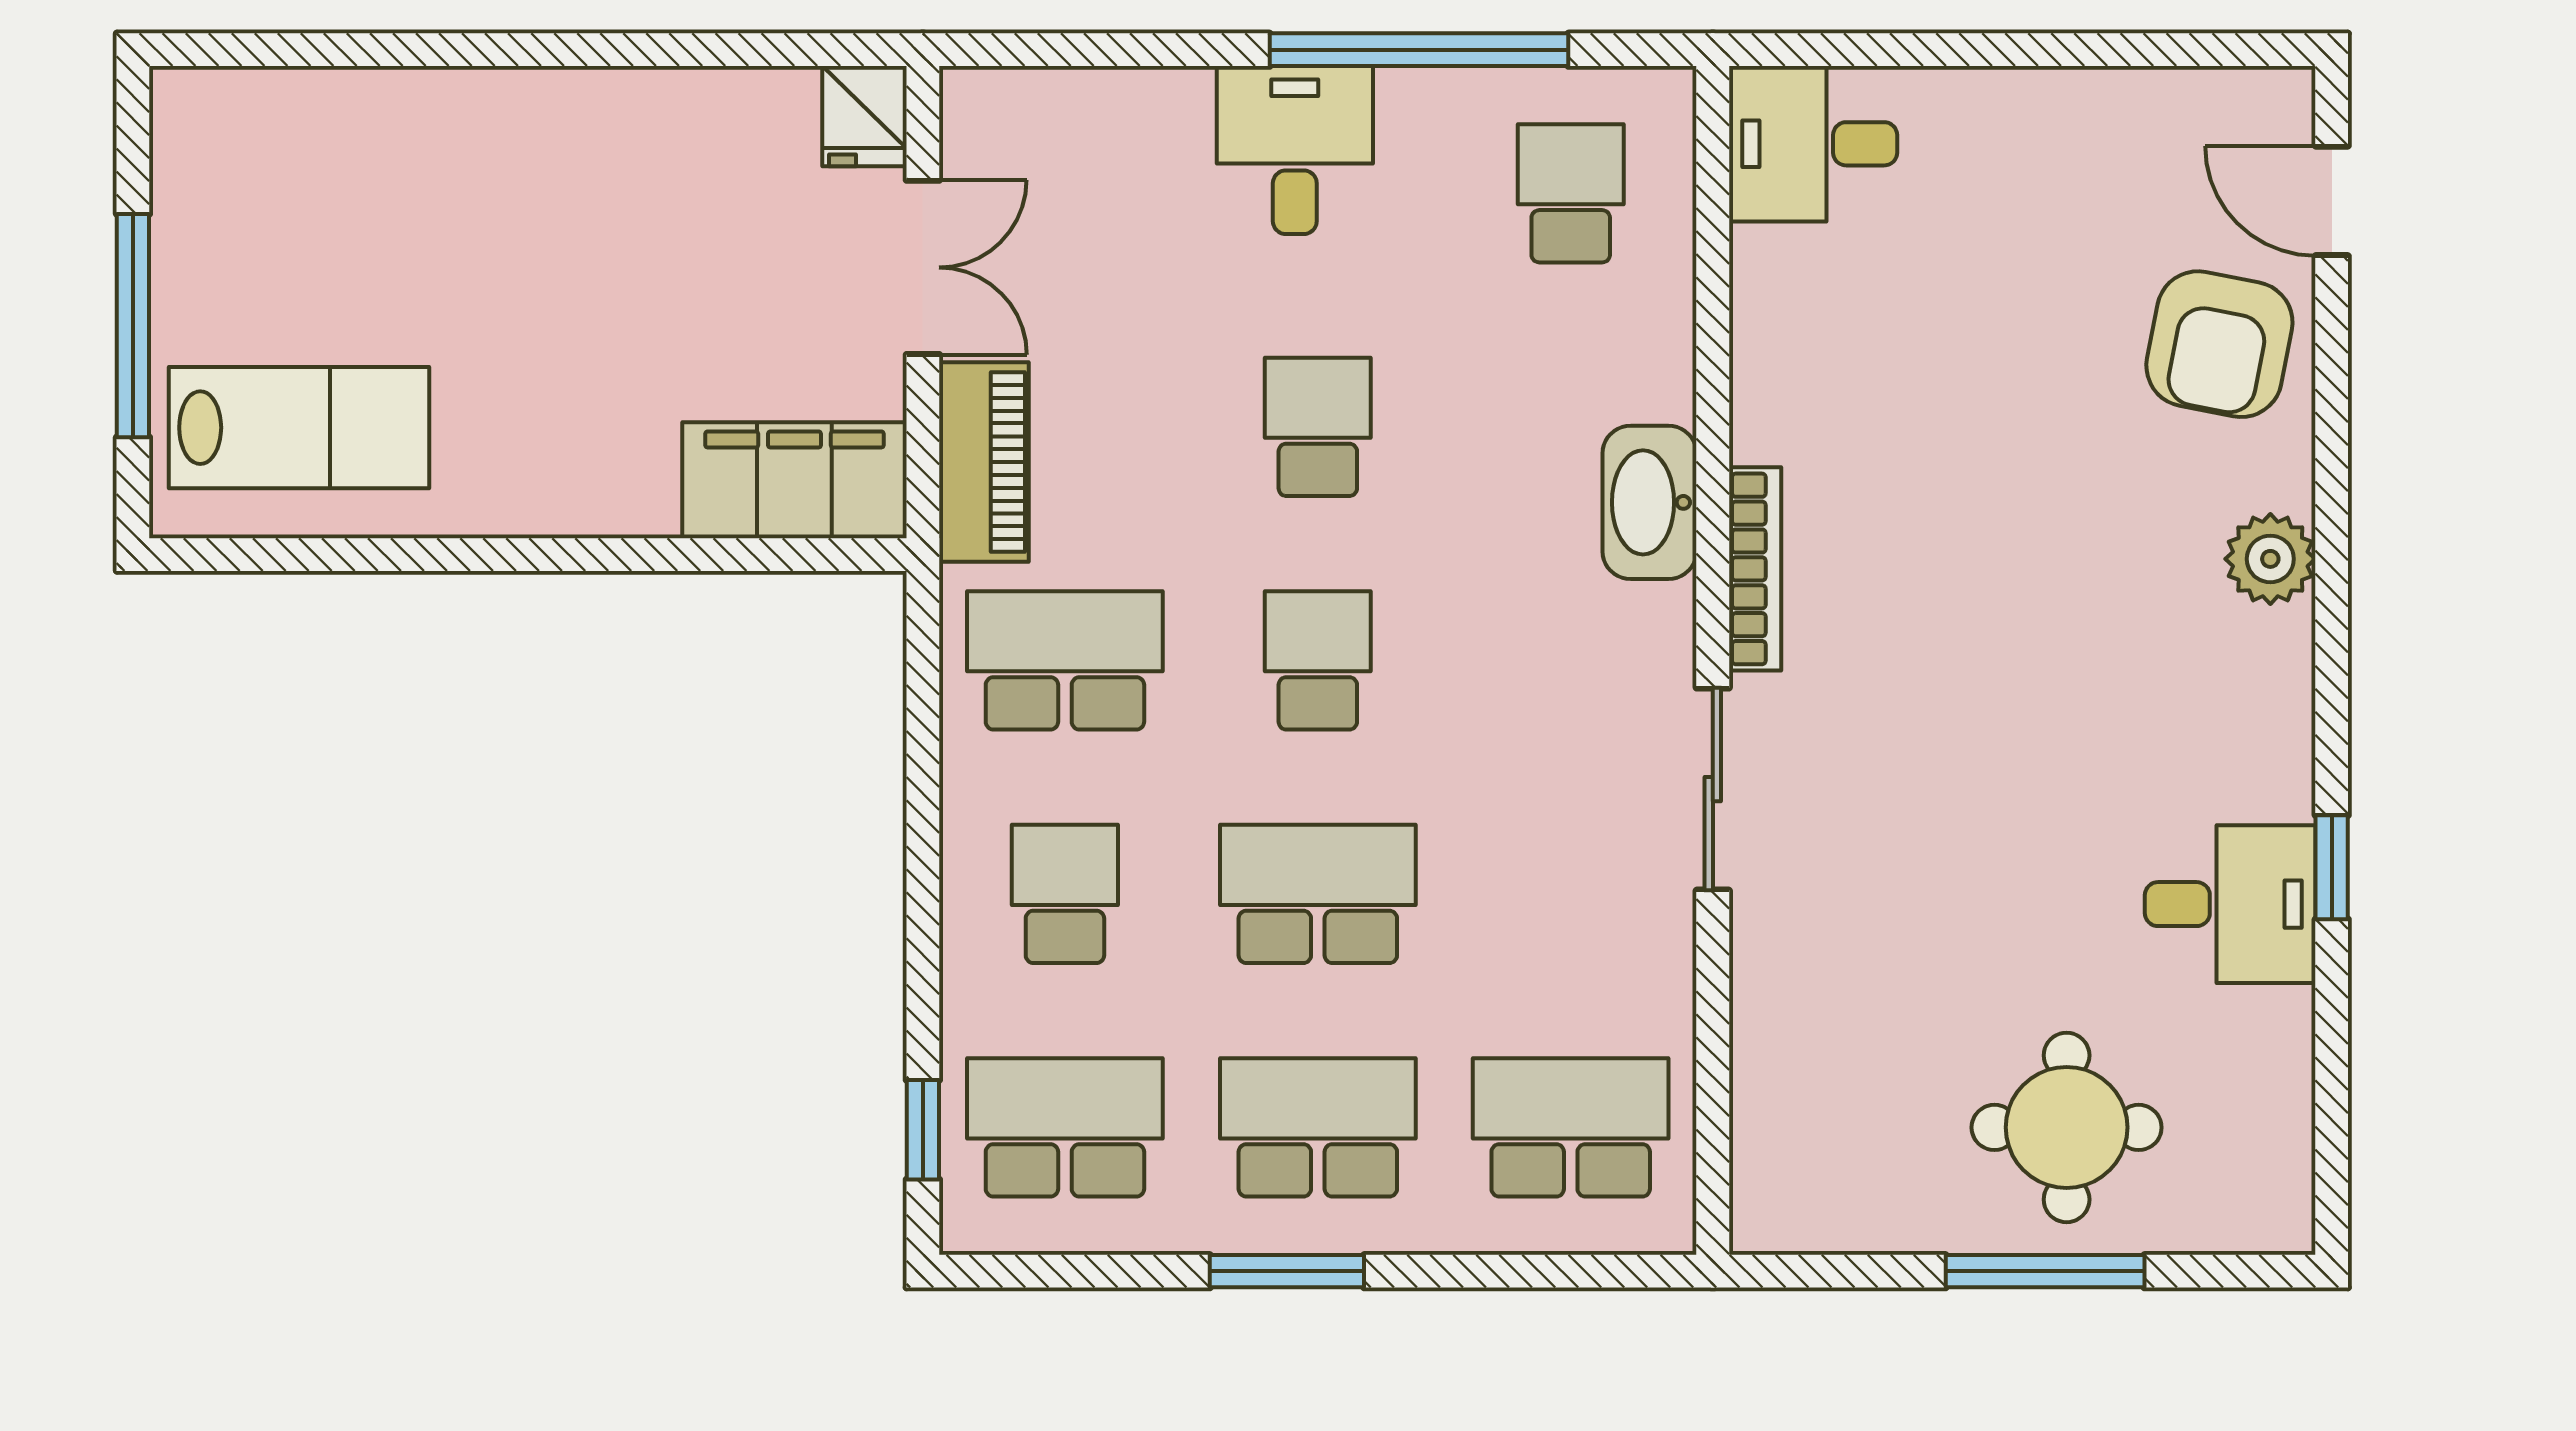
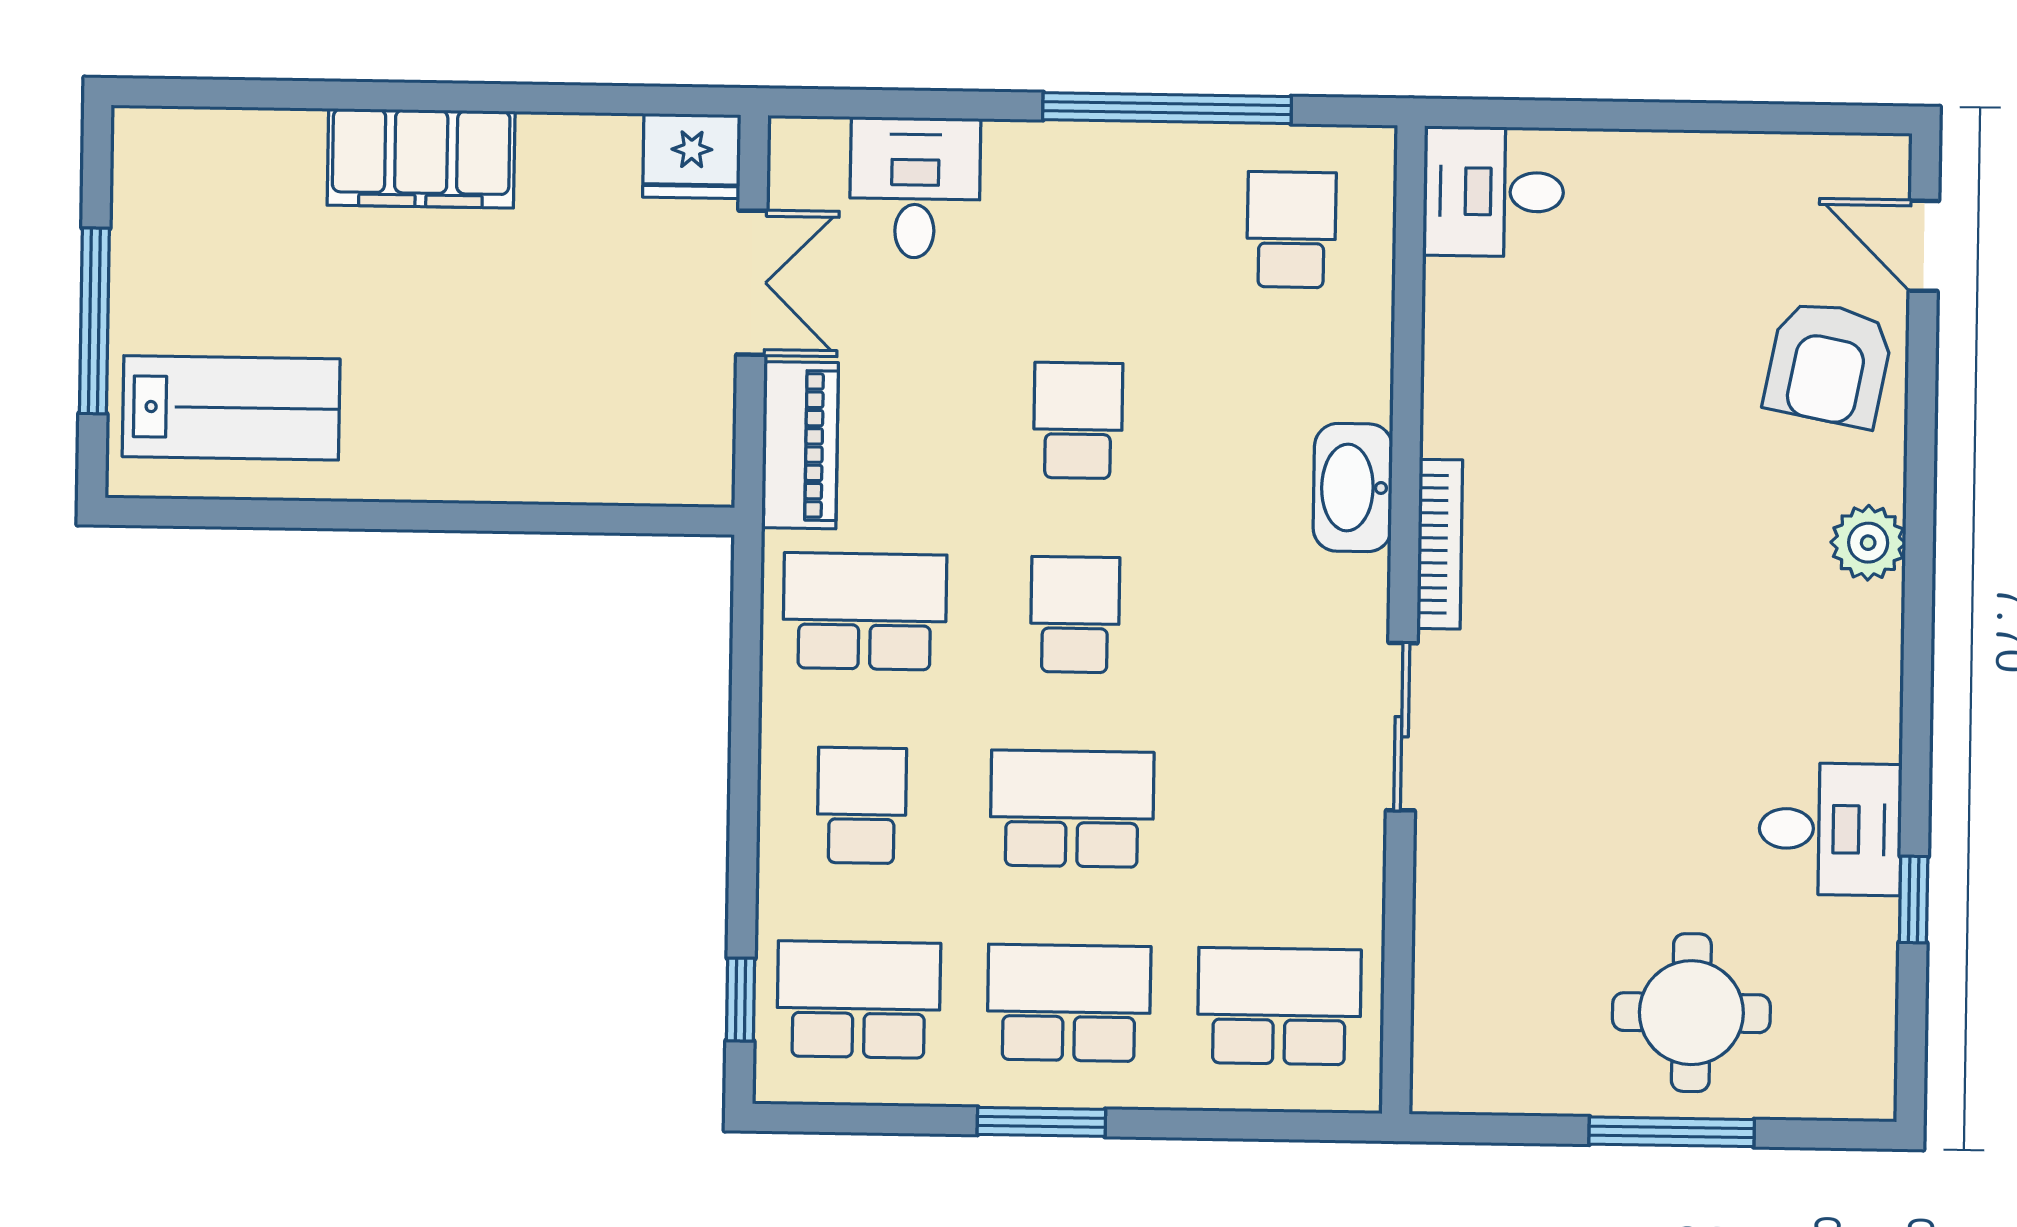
fridge: (864, 116) -> (692, 156), width x1.38
desk: (1295, 150) -> (915, 188), moved
filing cabinet: (794, 480) -> (421, 158), moved, turned 180
window: (2332, 867) -> (1914, 900), moved

